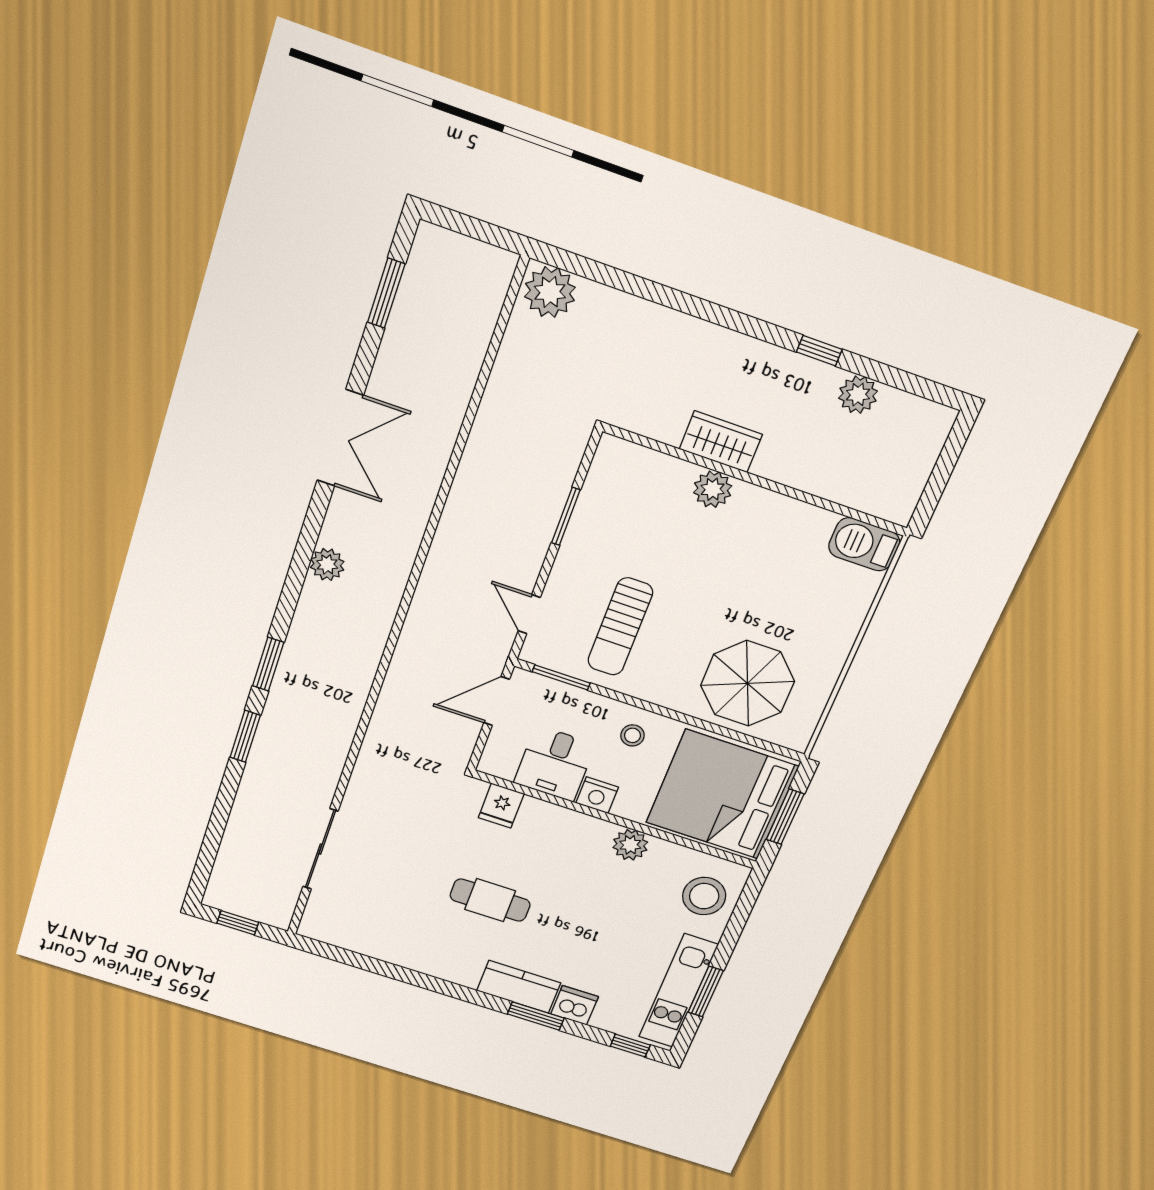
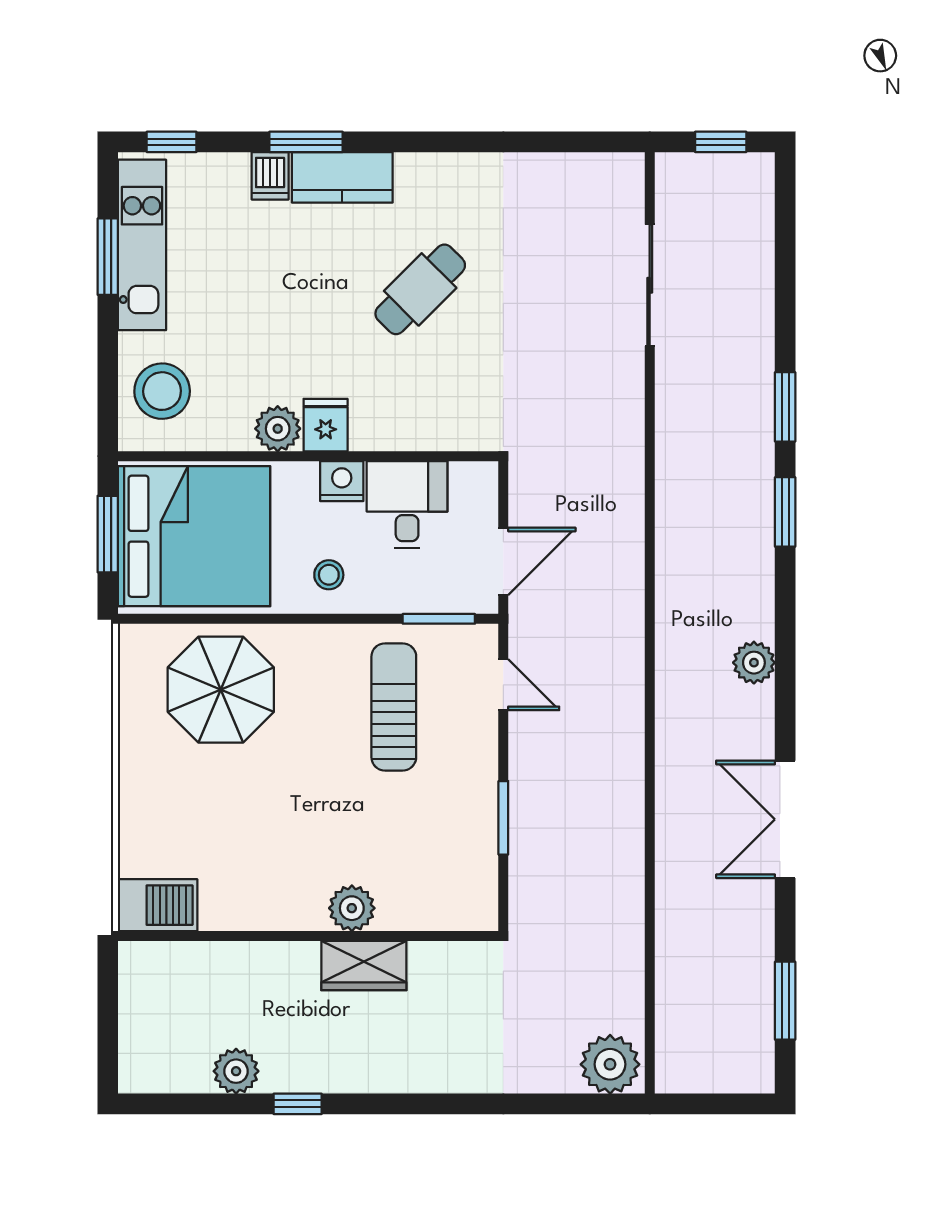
fridge: (501, 806) -> (326, 425), moved
cafe table: (490, 900) -> (420, 289), turned -45
dishwasher: (575, 1005) -> (270, 176), width x0.73

